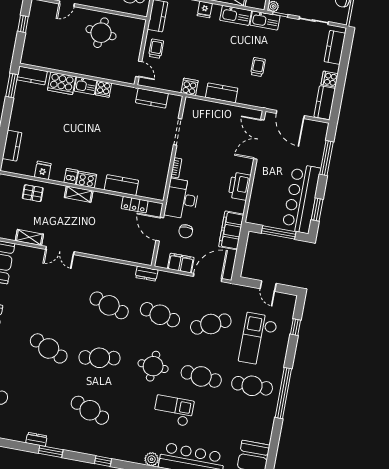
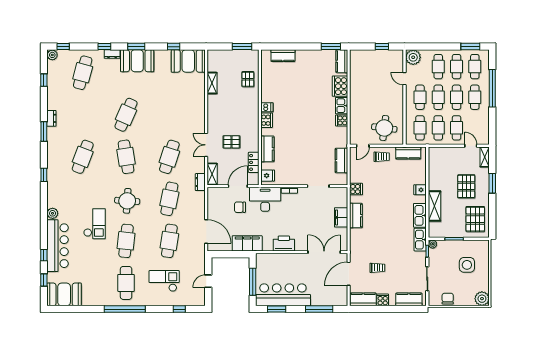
round table: (101, 33) -> (384, 128), moved
trolley: (258, 67) -> (377, 268), moved
fridge: (43, 170) -> (268, 176), moved
shelving: (79, 194) -> (212, 174), moved
pallet: (105, 227) -> (231, 142), added
double door: (60, 250) -> (206, 145), moved
filing cabinet: (181, 263) -> (341, 217), moved, turned 180
cafe table: (211, 324) -> (169, 241), turned 33
checkout: (258, 339) -> (164, 281), width x0.73, depth x0.83

